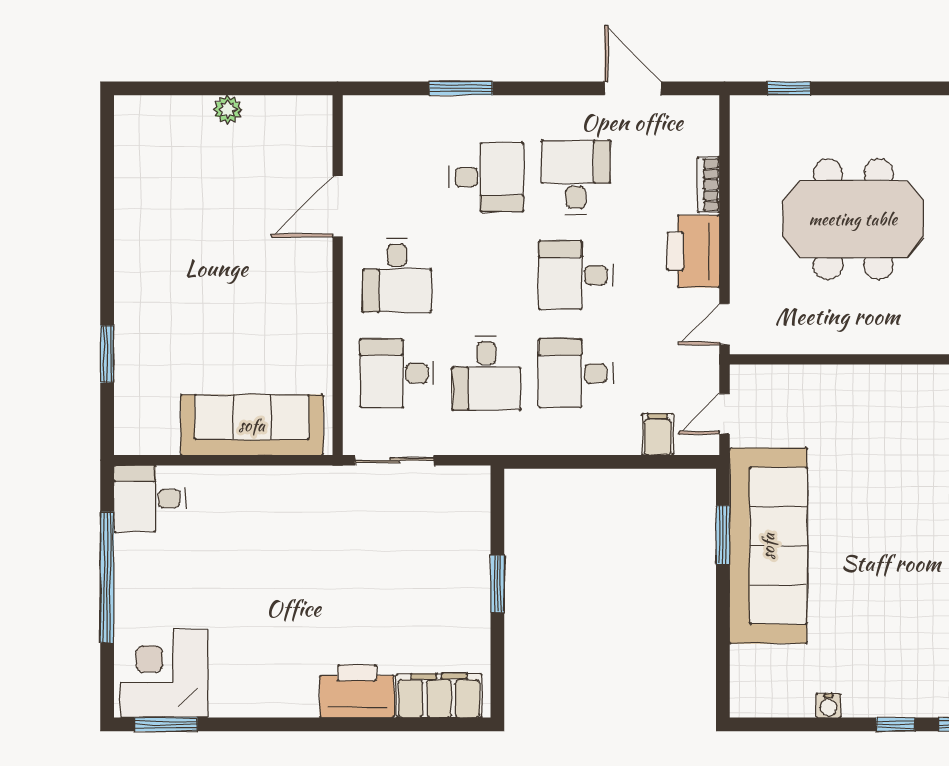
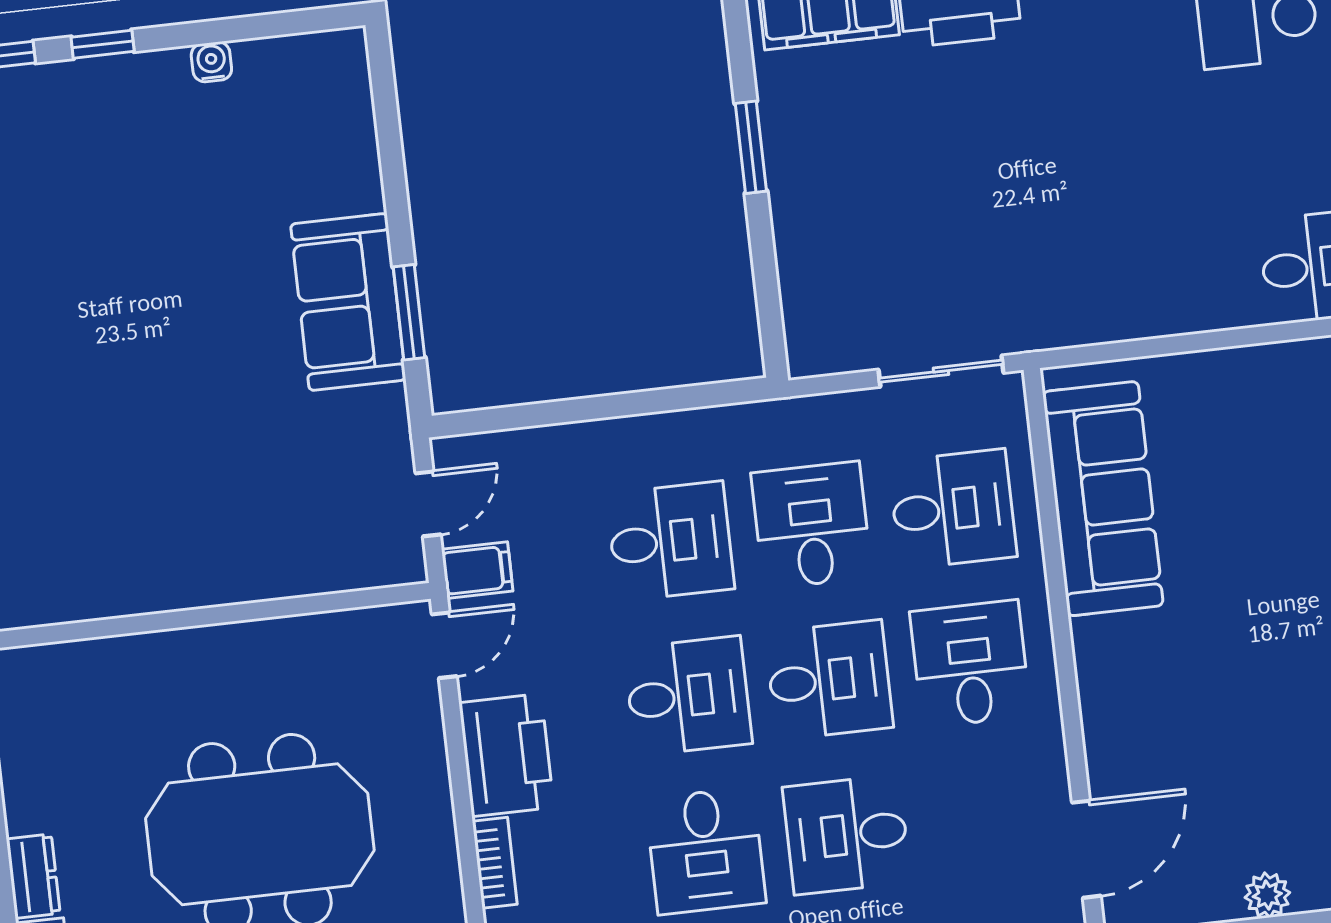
door: (338, 206) -> (1086, 849), moved
desk: (486, 275) -> (829, 680), added
sofa: (252, 425) -> (1103, 499), moved, turned -90
filing cabinet: (658, 434) -> (477, 570), moved, turned -90
sofa: (768, 546) -> (348, 302), width x0.54, depth x0.79
window: (497, 584) -> (751, 147), moved

